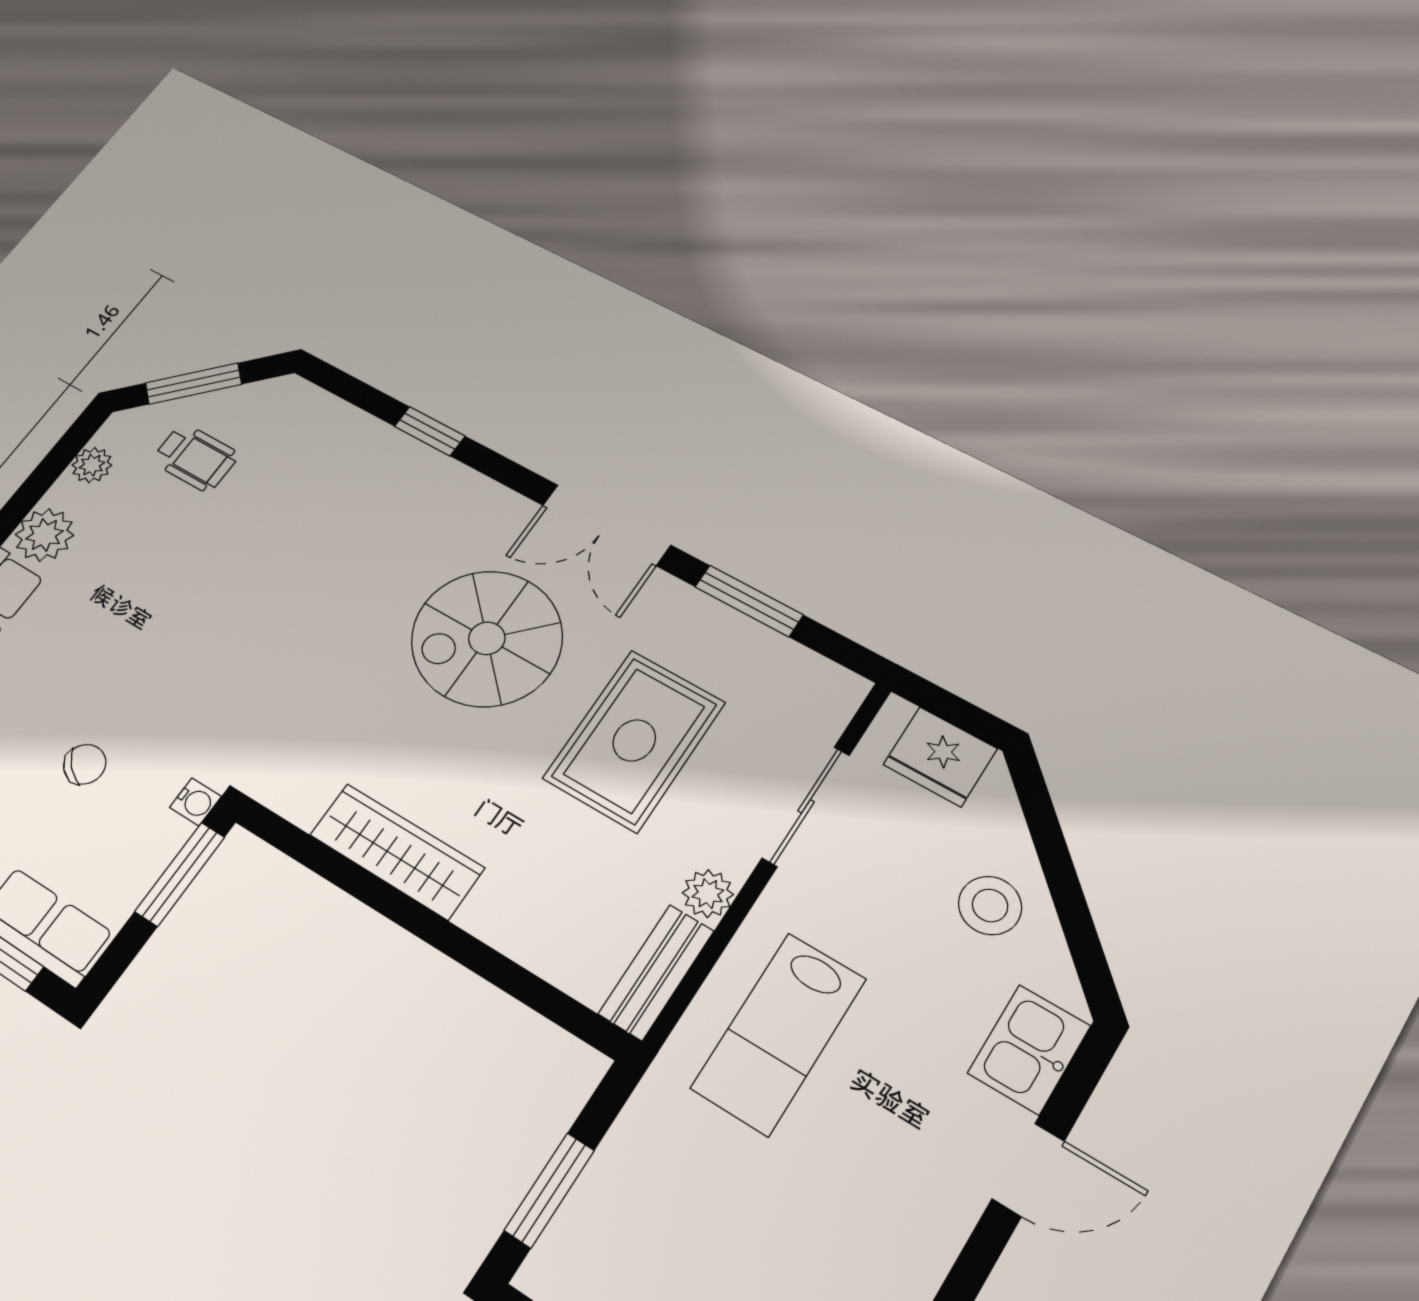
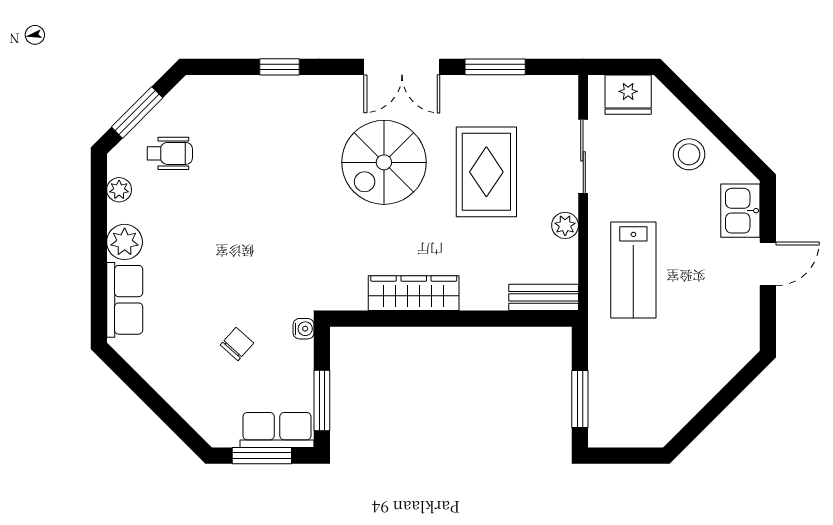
window: (180, 874) -> (322, 401), moved
bench: (656, 972) -> (544, 297), moved, turned 90

